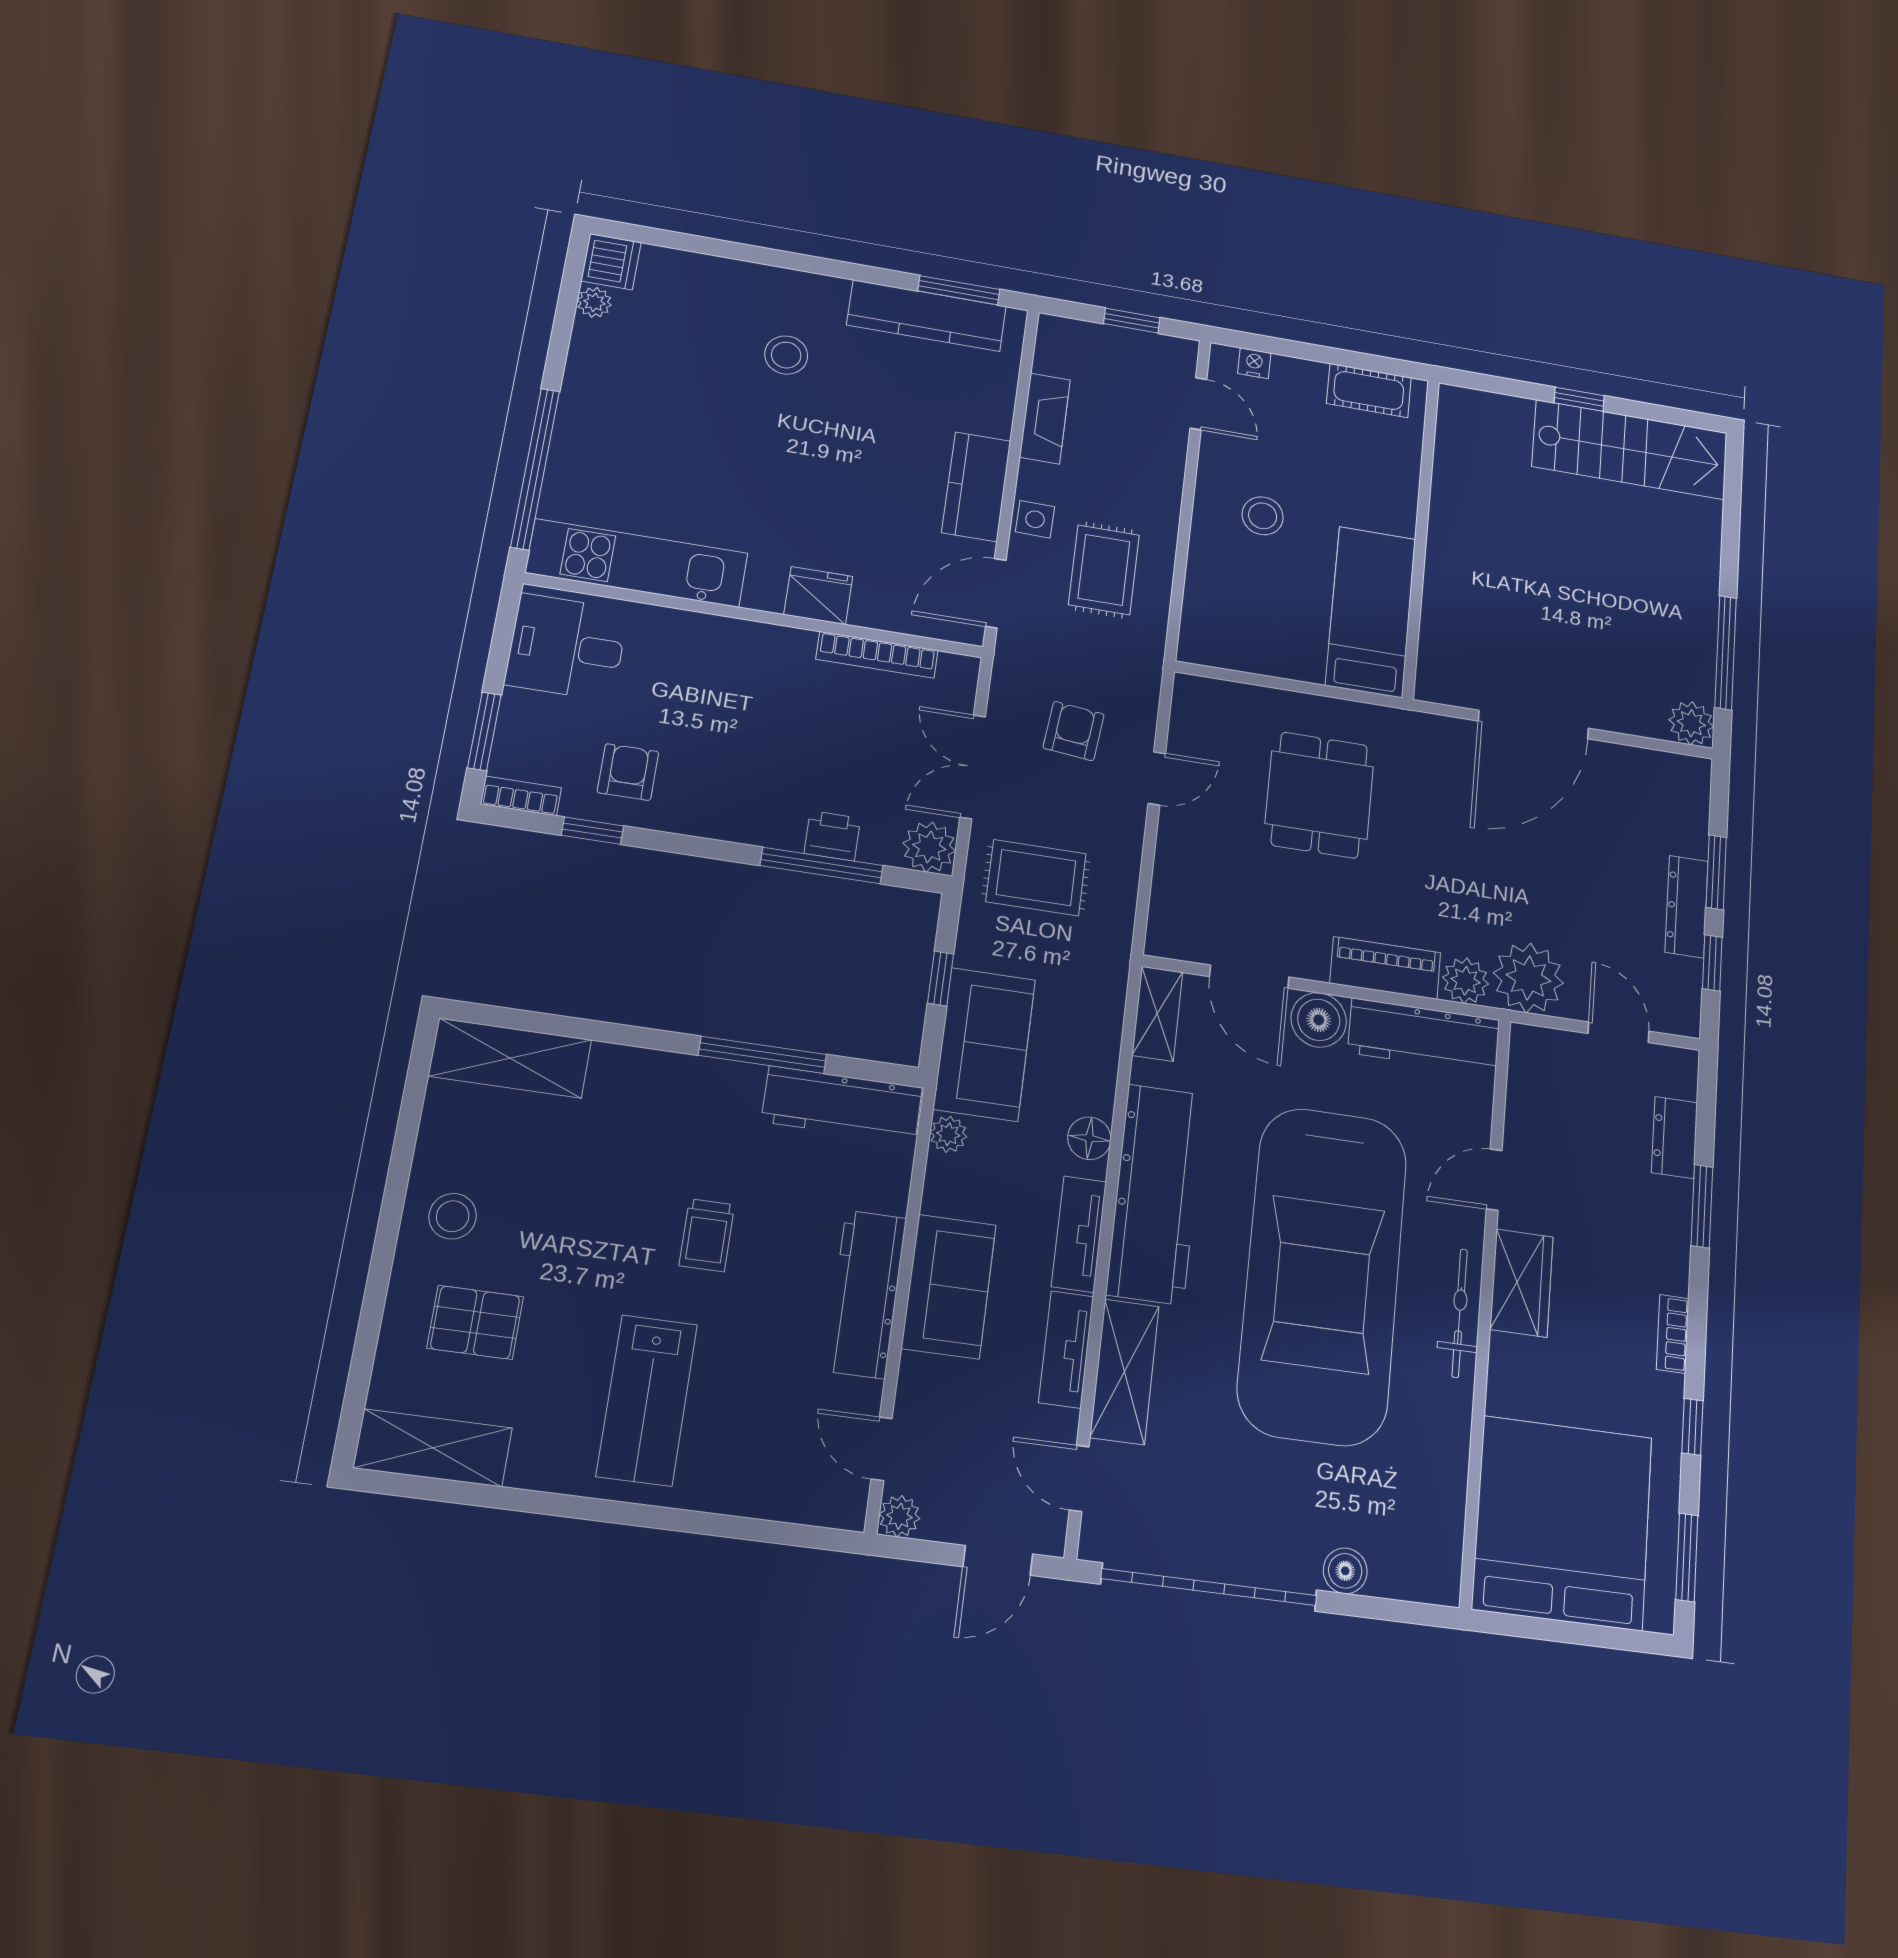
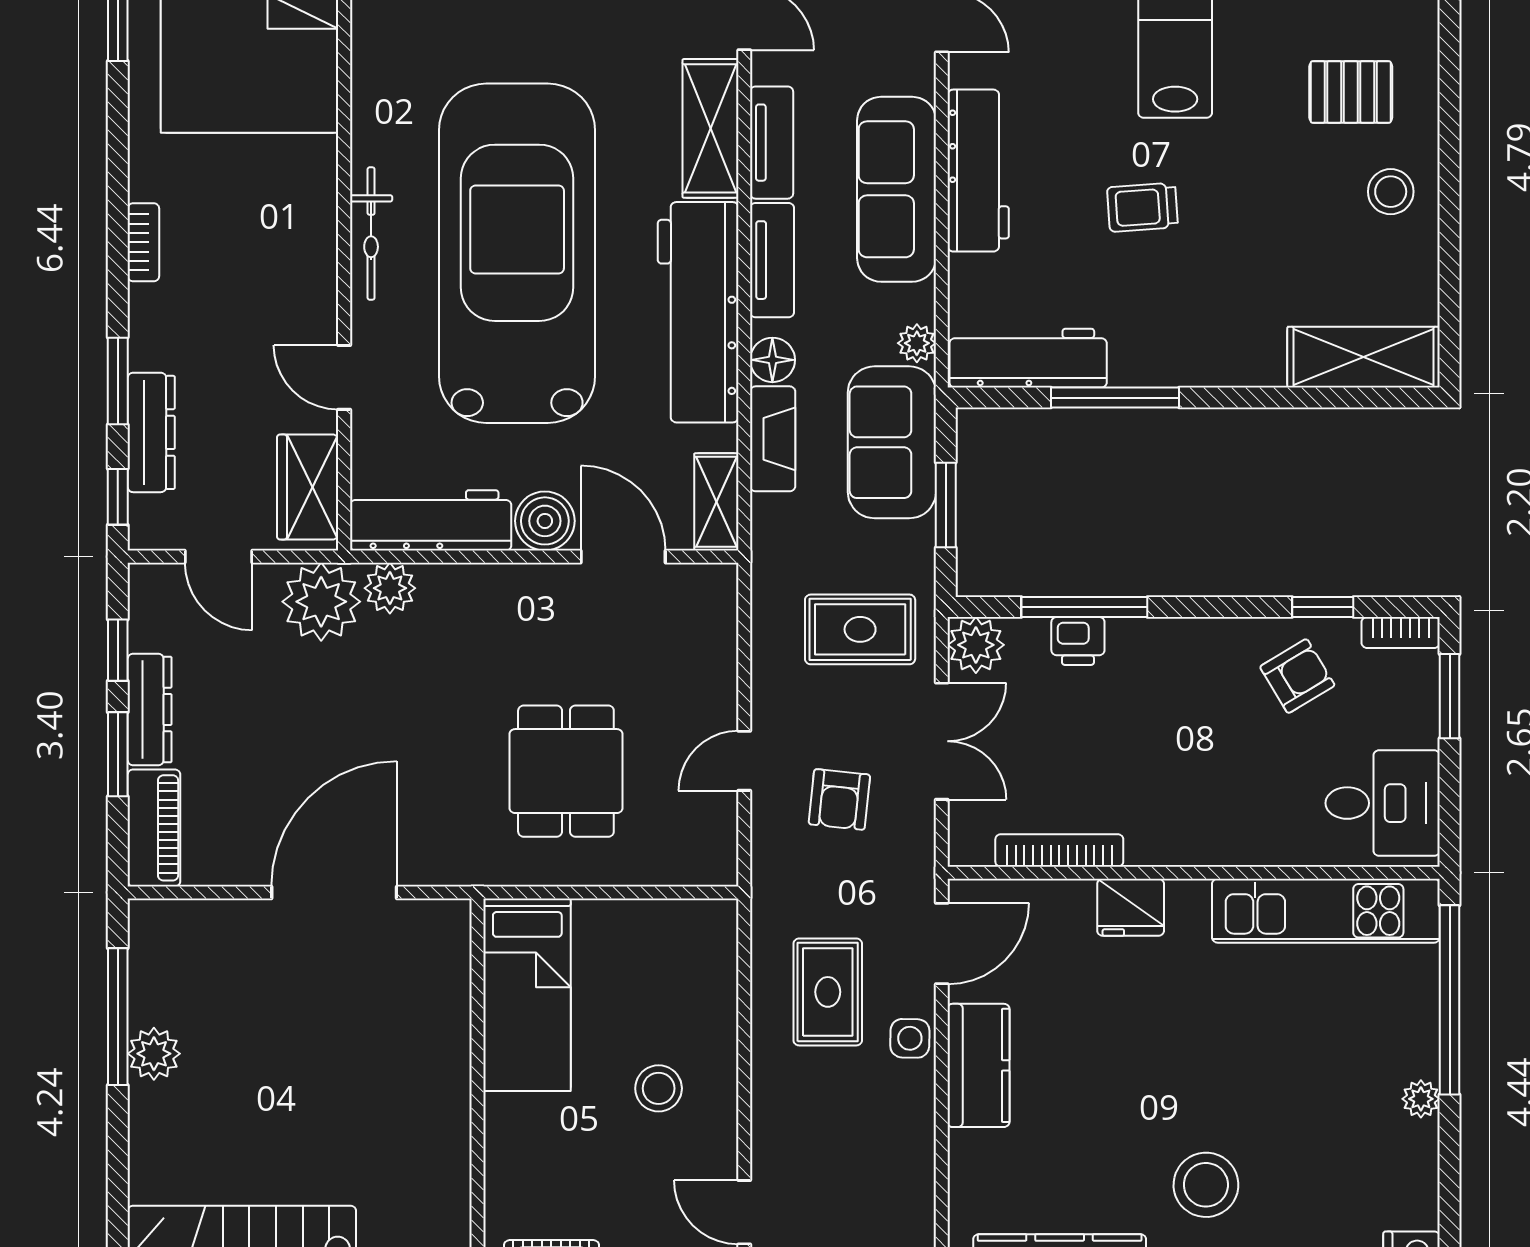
plant: (594, 302) -> (1421, 1099), moved
stool: (786, 355) -> (1206, 1185), width x1.38, depth x1.38
fireplace: (1045, 418) -> (773, 439), moved, turned 180
plant: (1691, 723) -> (154, 1054), moved
armchair: (628, 772) -> (1297, 676), turned -121
piano: (1385, 968) -> (154, 828), moved, turned -90
window: (941, 979) -> (946, 505), width x1.50
dresser: (1674, 1137) -> (151, 432), width x1.44
door: (1494, 1180) -> (344, 377), swing flipped
trolley: (707, 1235) -> (1142, 207), turned -94
wardrobe: (1522, 1283) -> (308, 487), moved
sofa: (949, 1286) -> (897, 189), width x1.36
window: (1692, 1427) -> (118, 497), moved

